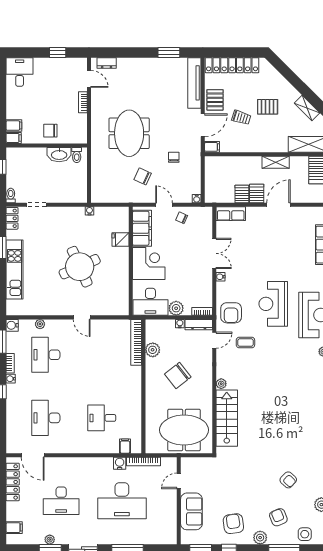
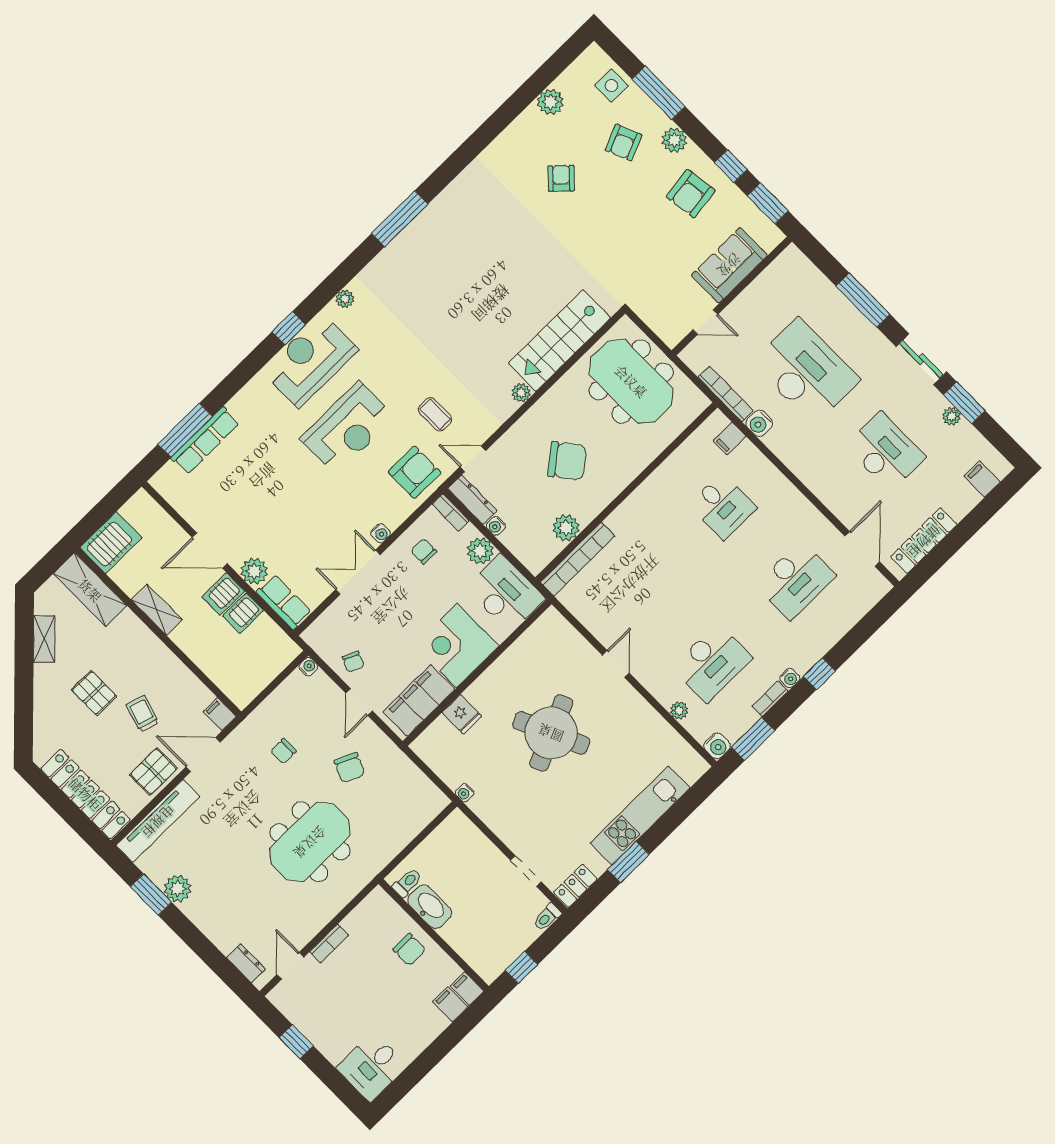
plant: (161, 65) -> (178, 889), added
plant: (254, 214) -> (254, 571), added
chair: (197, 286) -> (424, 551), added

